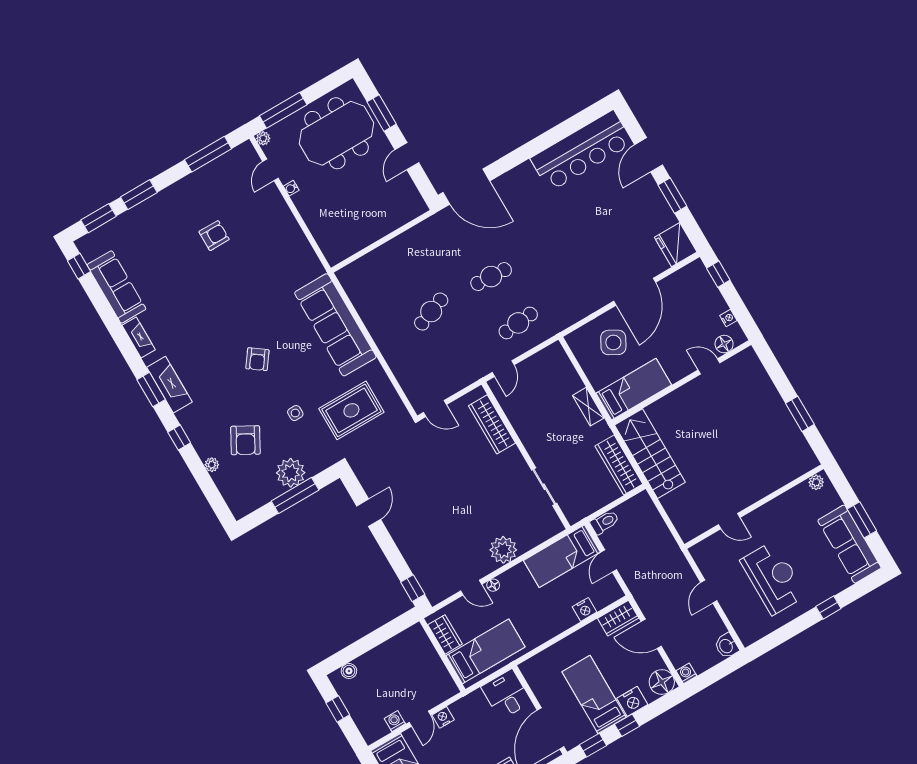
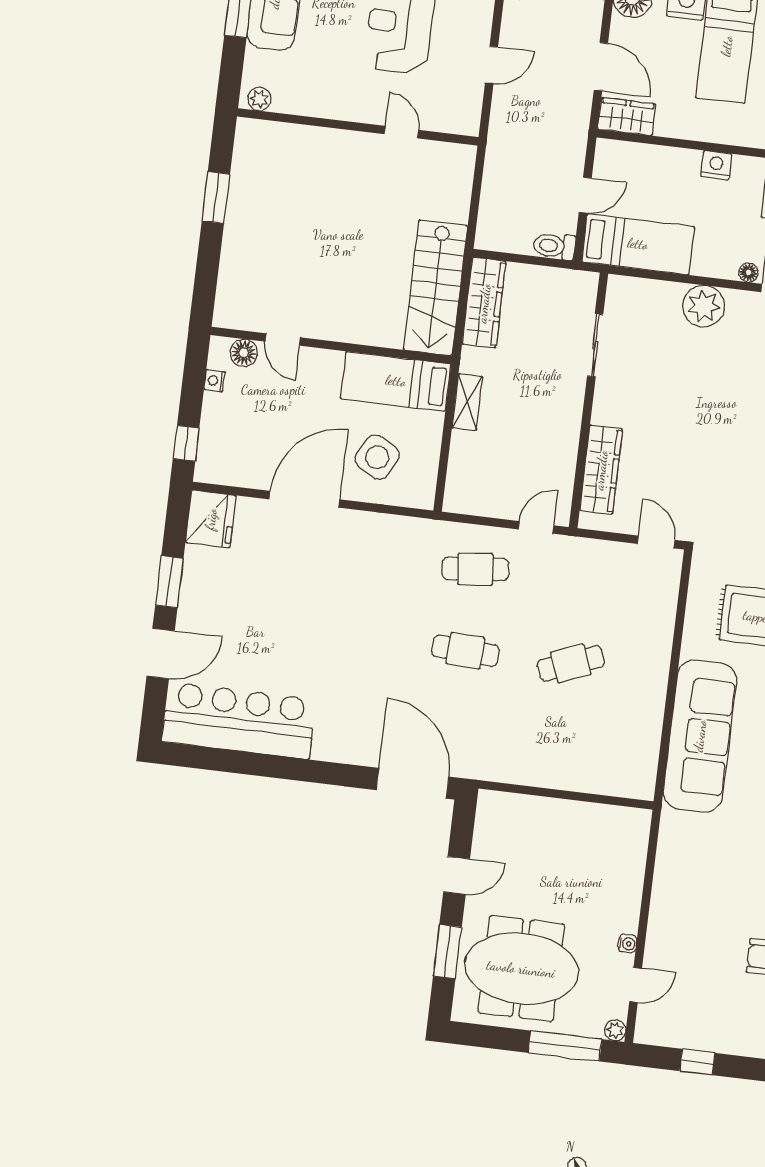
window: (208, 154) -> (697, 1062), width x0.46
nightstand: (585, 609) -> (716, 165), moved

